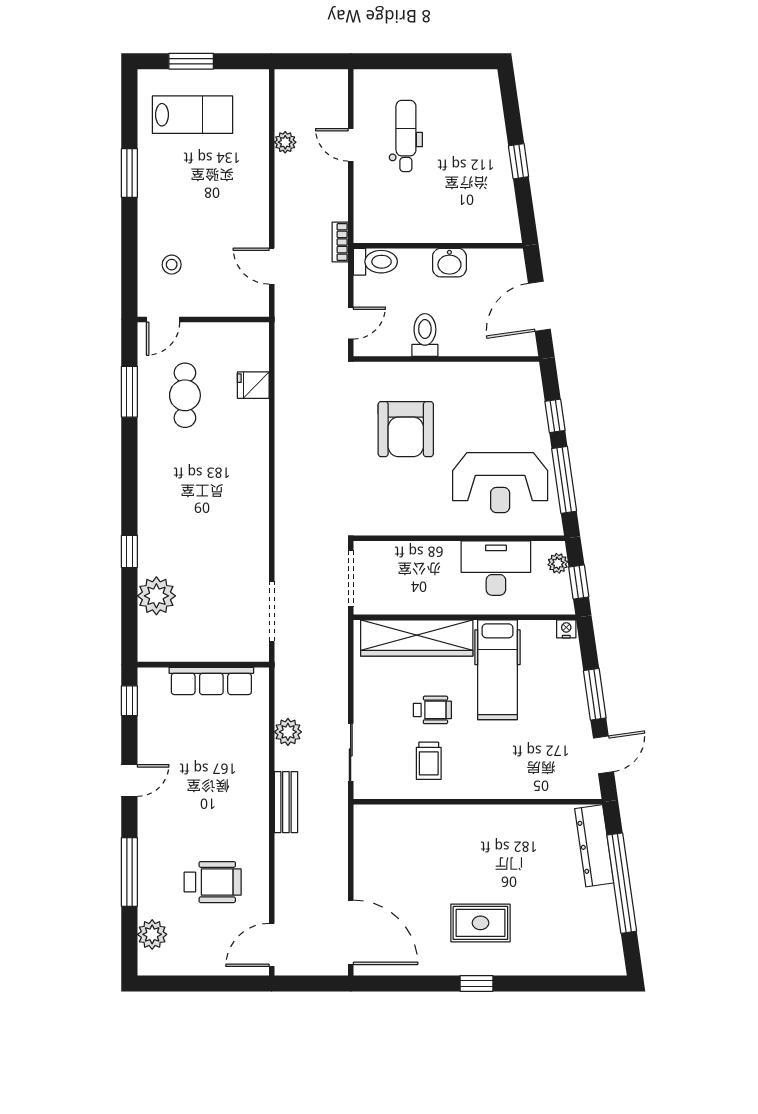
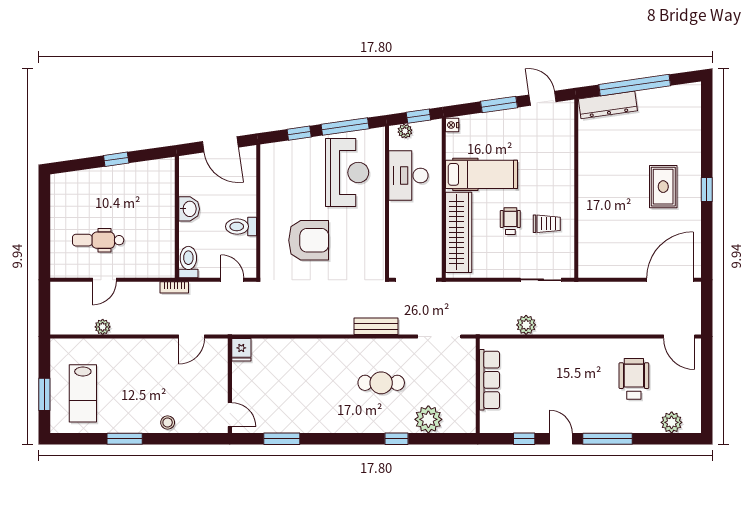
lab bench: (192, 115) -> (83, 393), turned 180
stool: (172, 265) -> (168, 423), moved
fridge: (253, 385) -> (241, 350), moved
cafe table: (185, 395) -> (381, 383), moved
window: (129, 701) -> (524, 439), moved
bench: (286, 802) -> (376, 326), moved
window: (129, 872) -> (607, 439), moved

